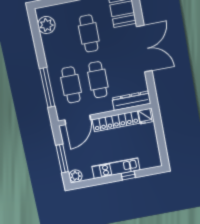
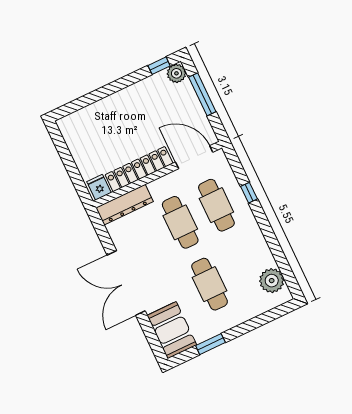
window: (47, 88) -> (249, 193), width x0.32
door: (78, 120) -> (194, 157), hinge flipped
kitchen unit: (116, 168) -> (121, 100), removed
window: (128, 176) -> (159, 66), moved

